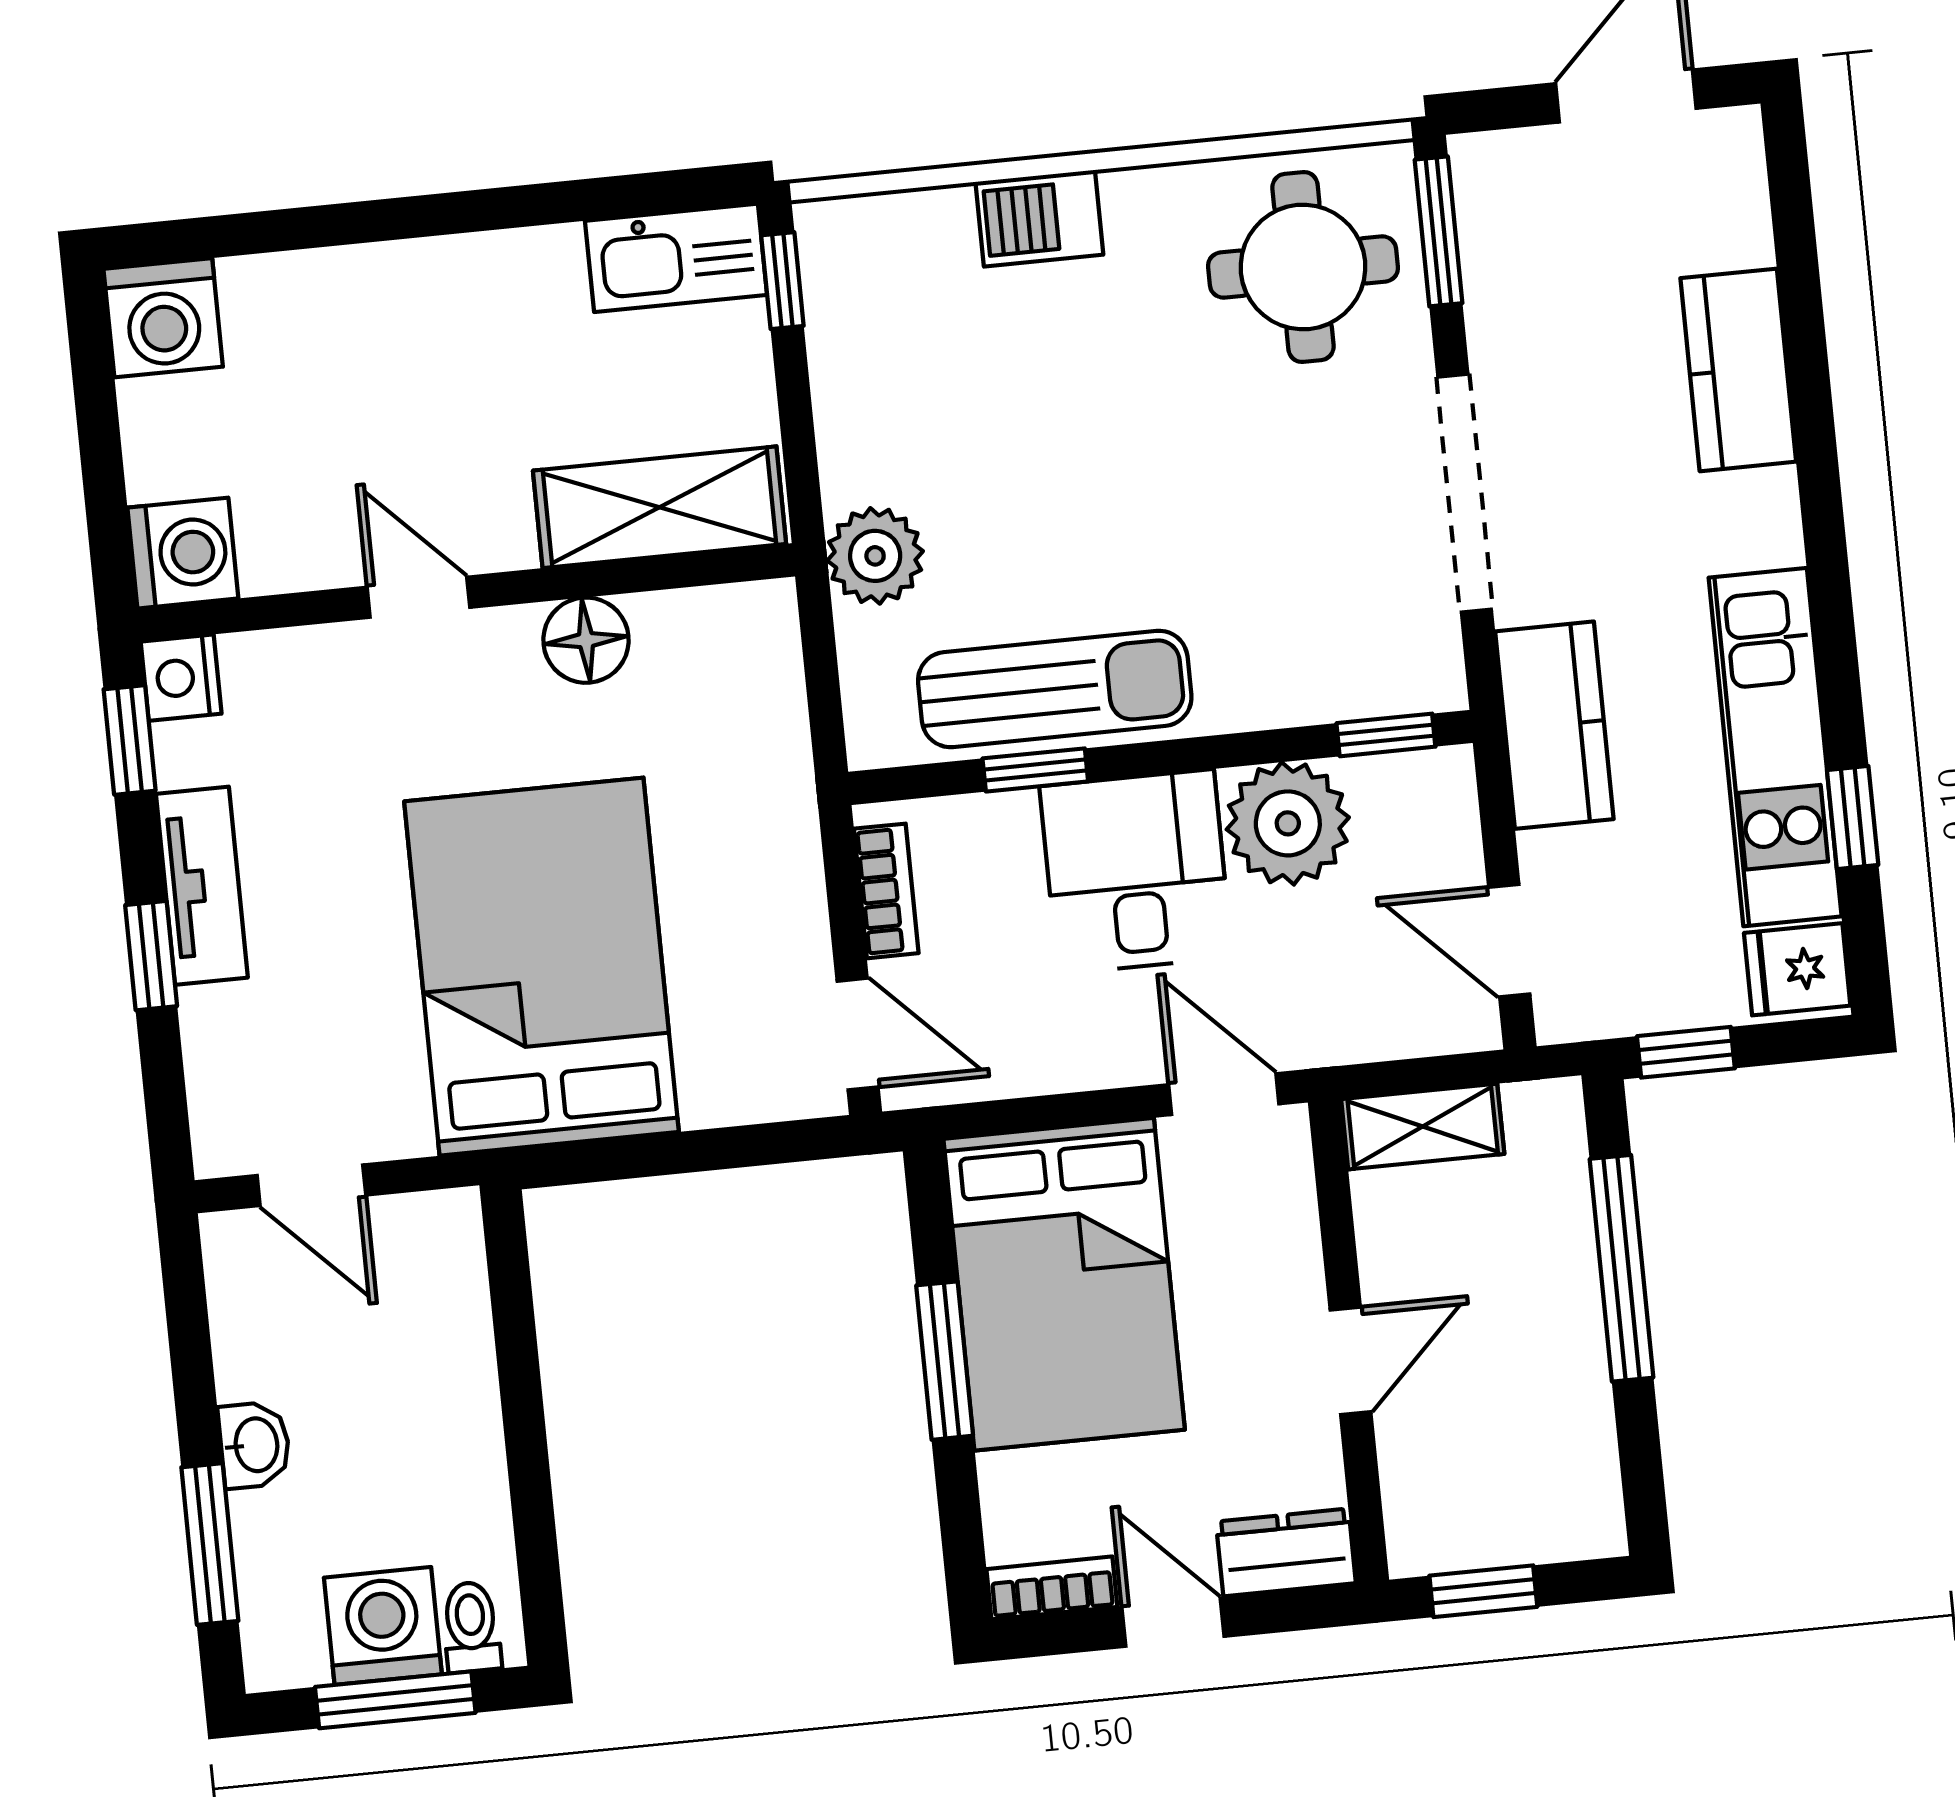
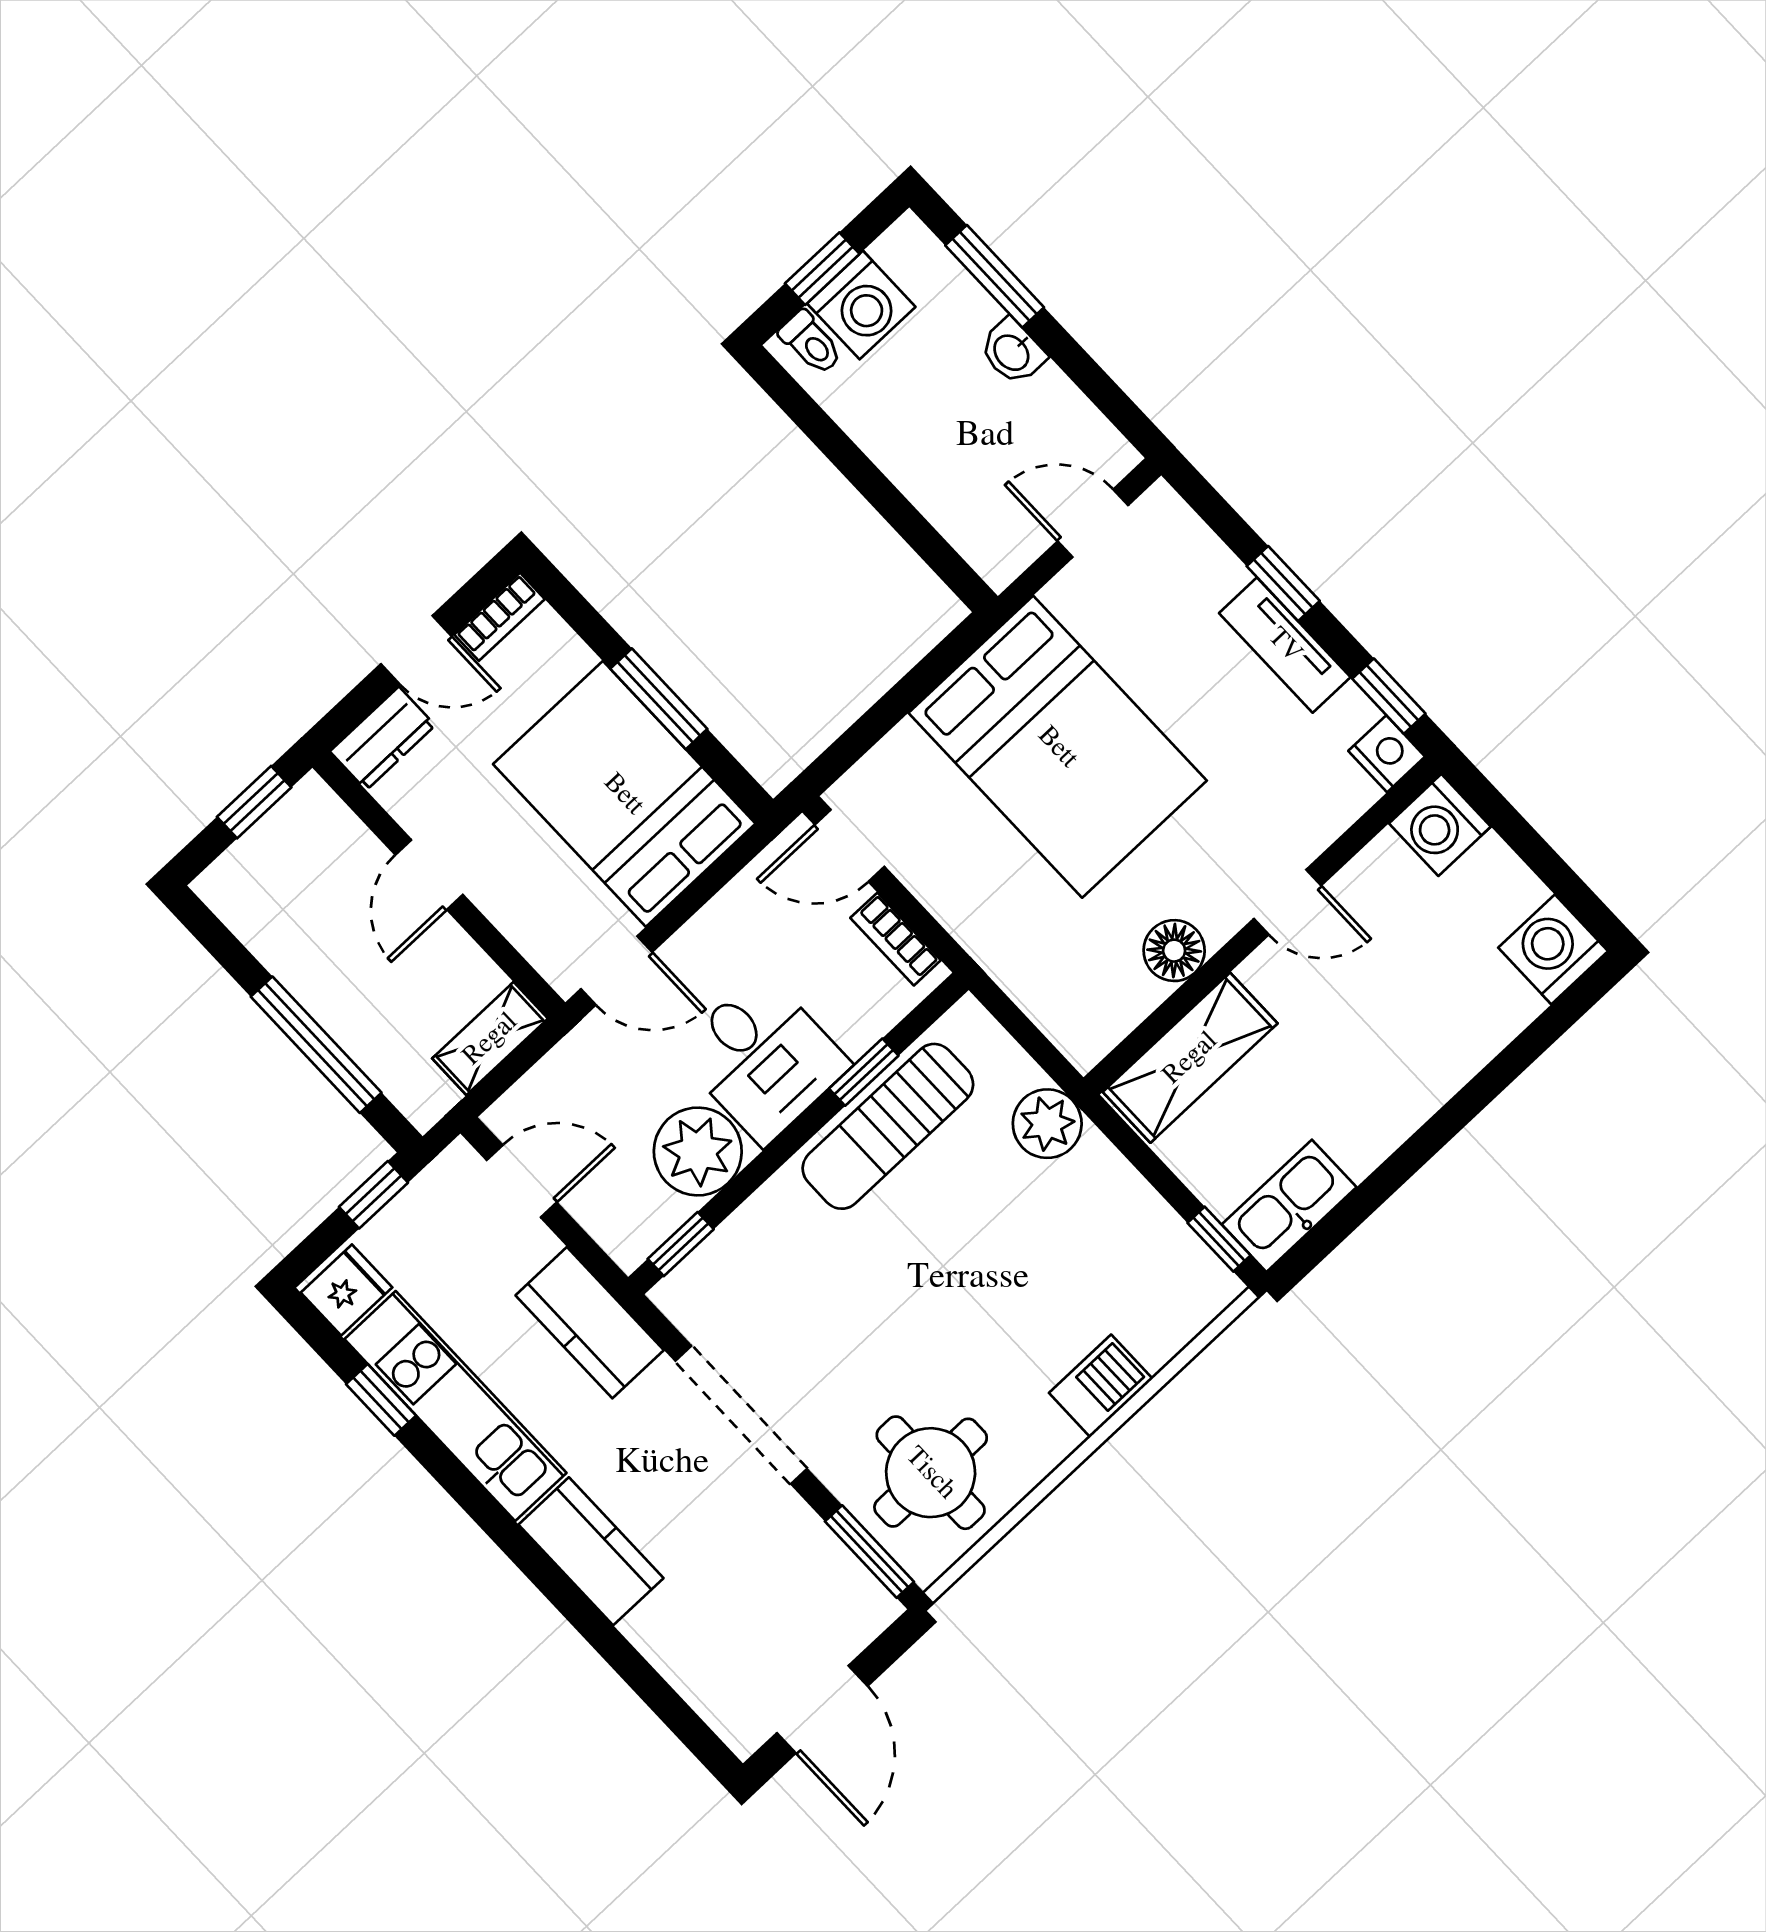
kitchen counter: (1738, 370) -> (591, 1551), moved
window: (395, 1700) -> (822, 269), width x0.67

